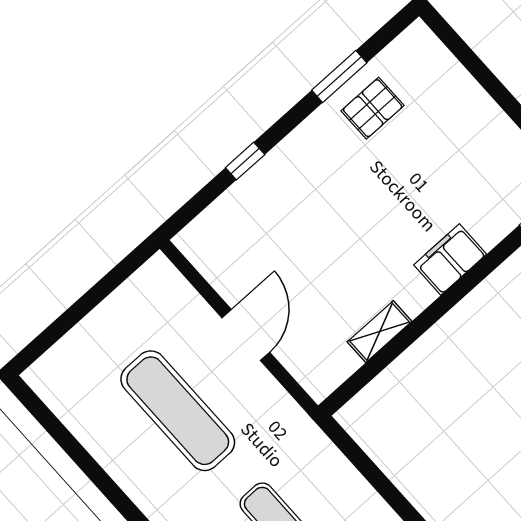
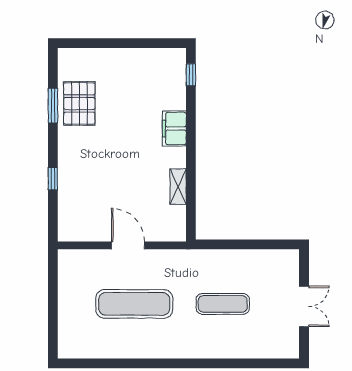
pallet: (373, 108) -> (79, 103), width x1.50, depth x1.42

